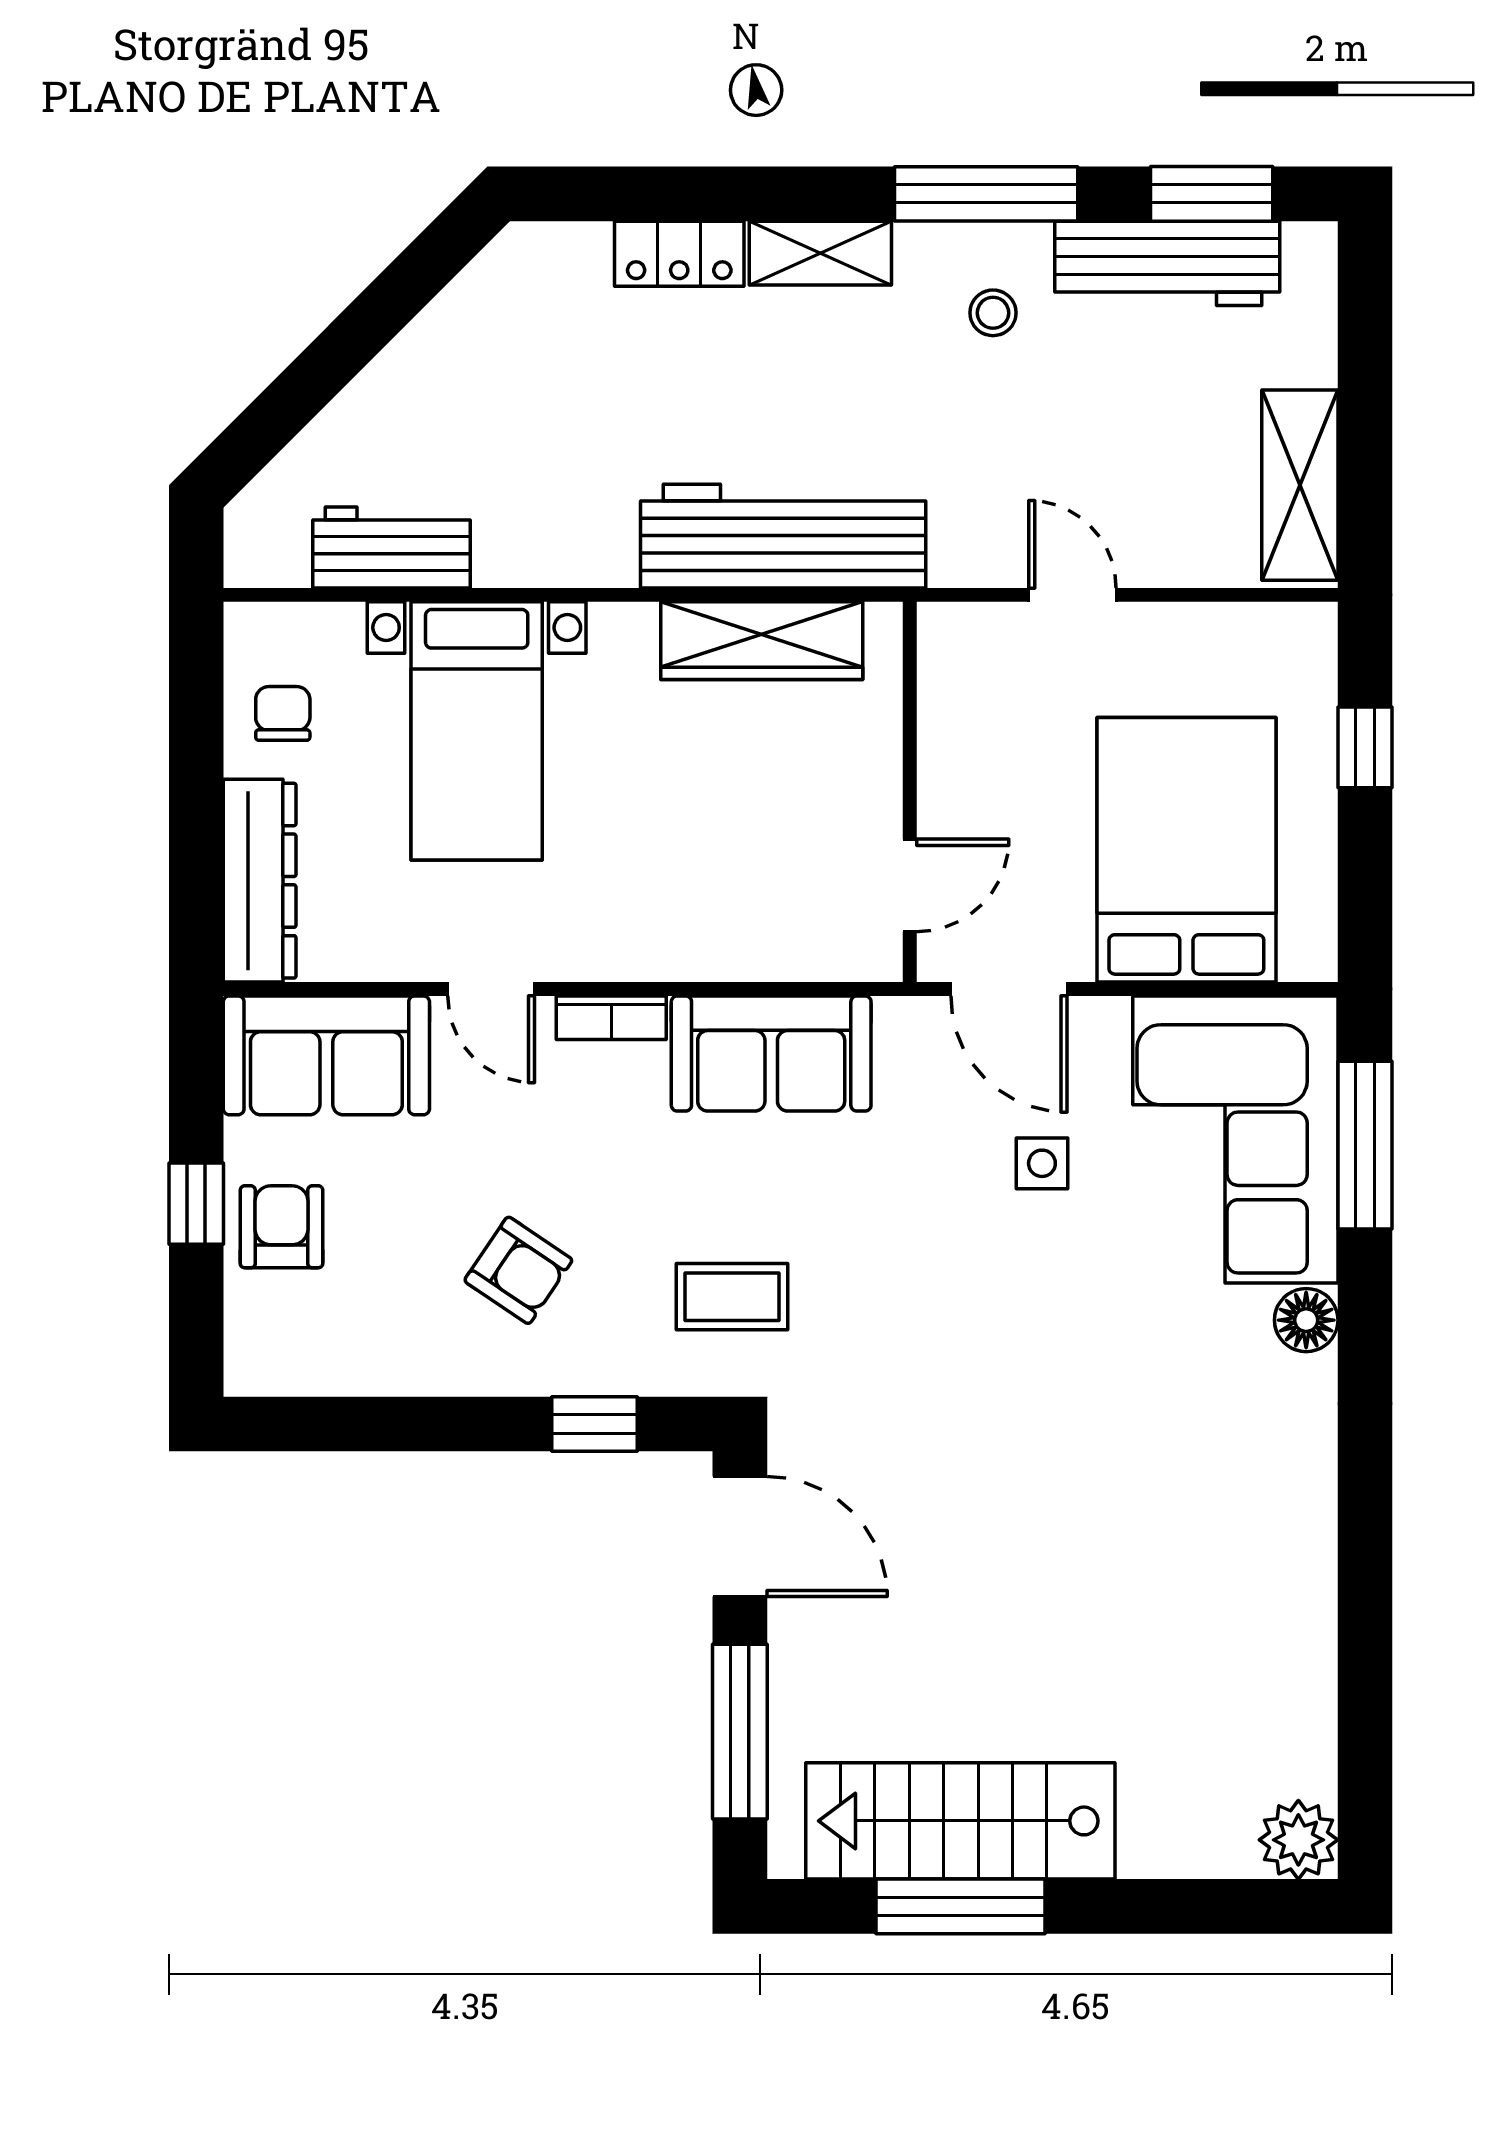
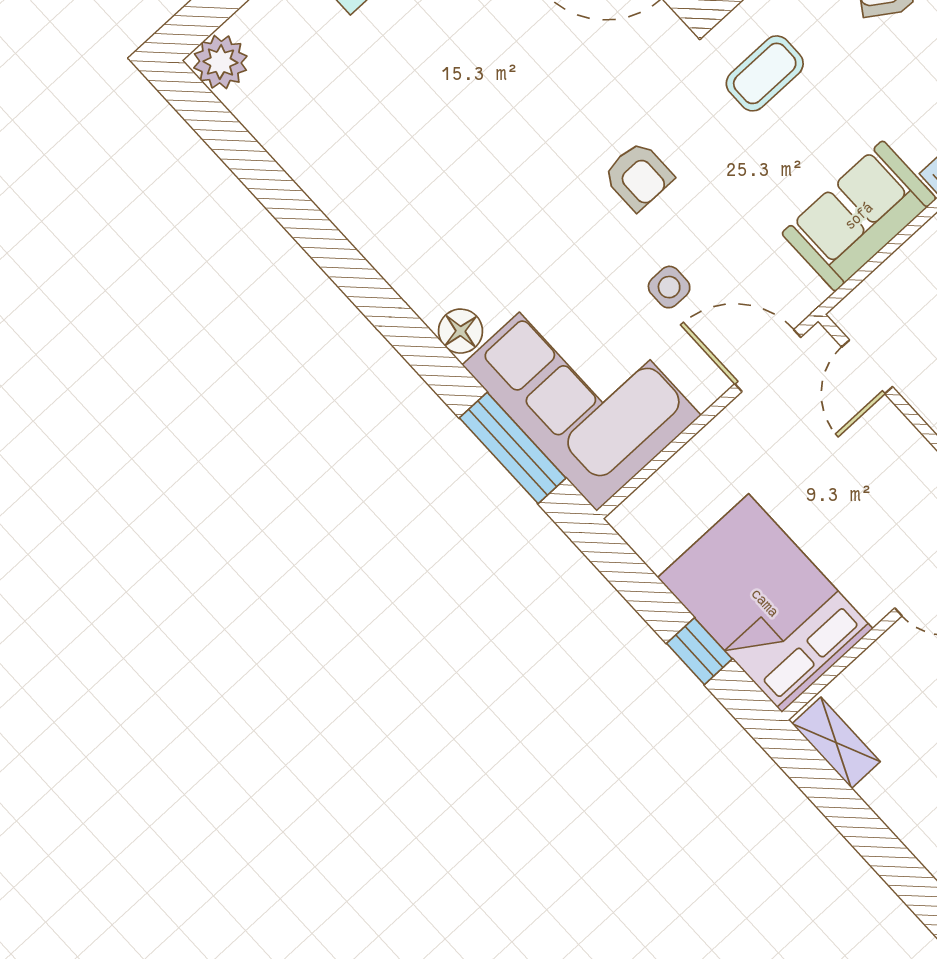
shelving: (1300, 485) -> (836, 743), width x0.67, depth x0.75
bed: (1186, 850) -> (765, 603), moved, turned 180
armchair: (966, 1311) -> (638, 176), added

